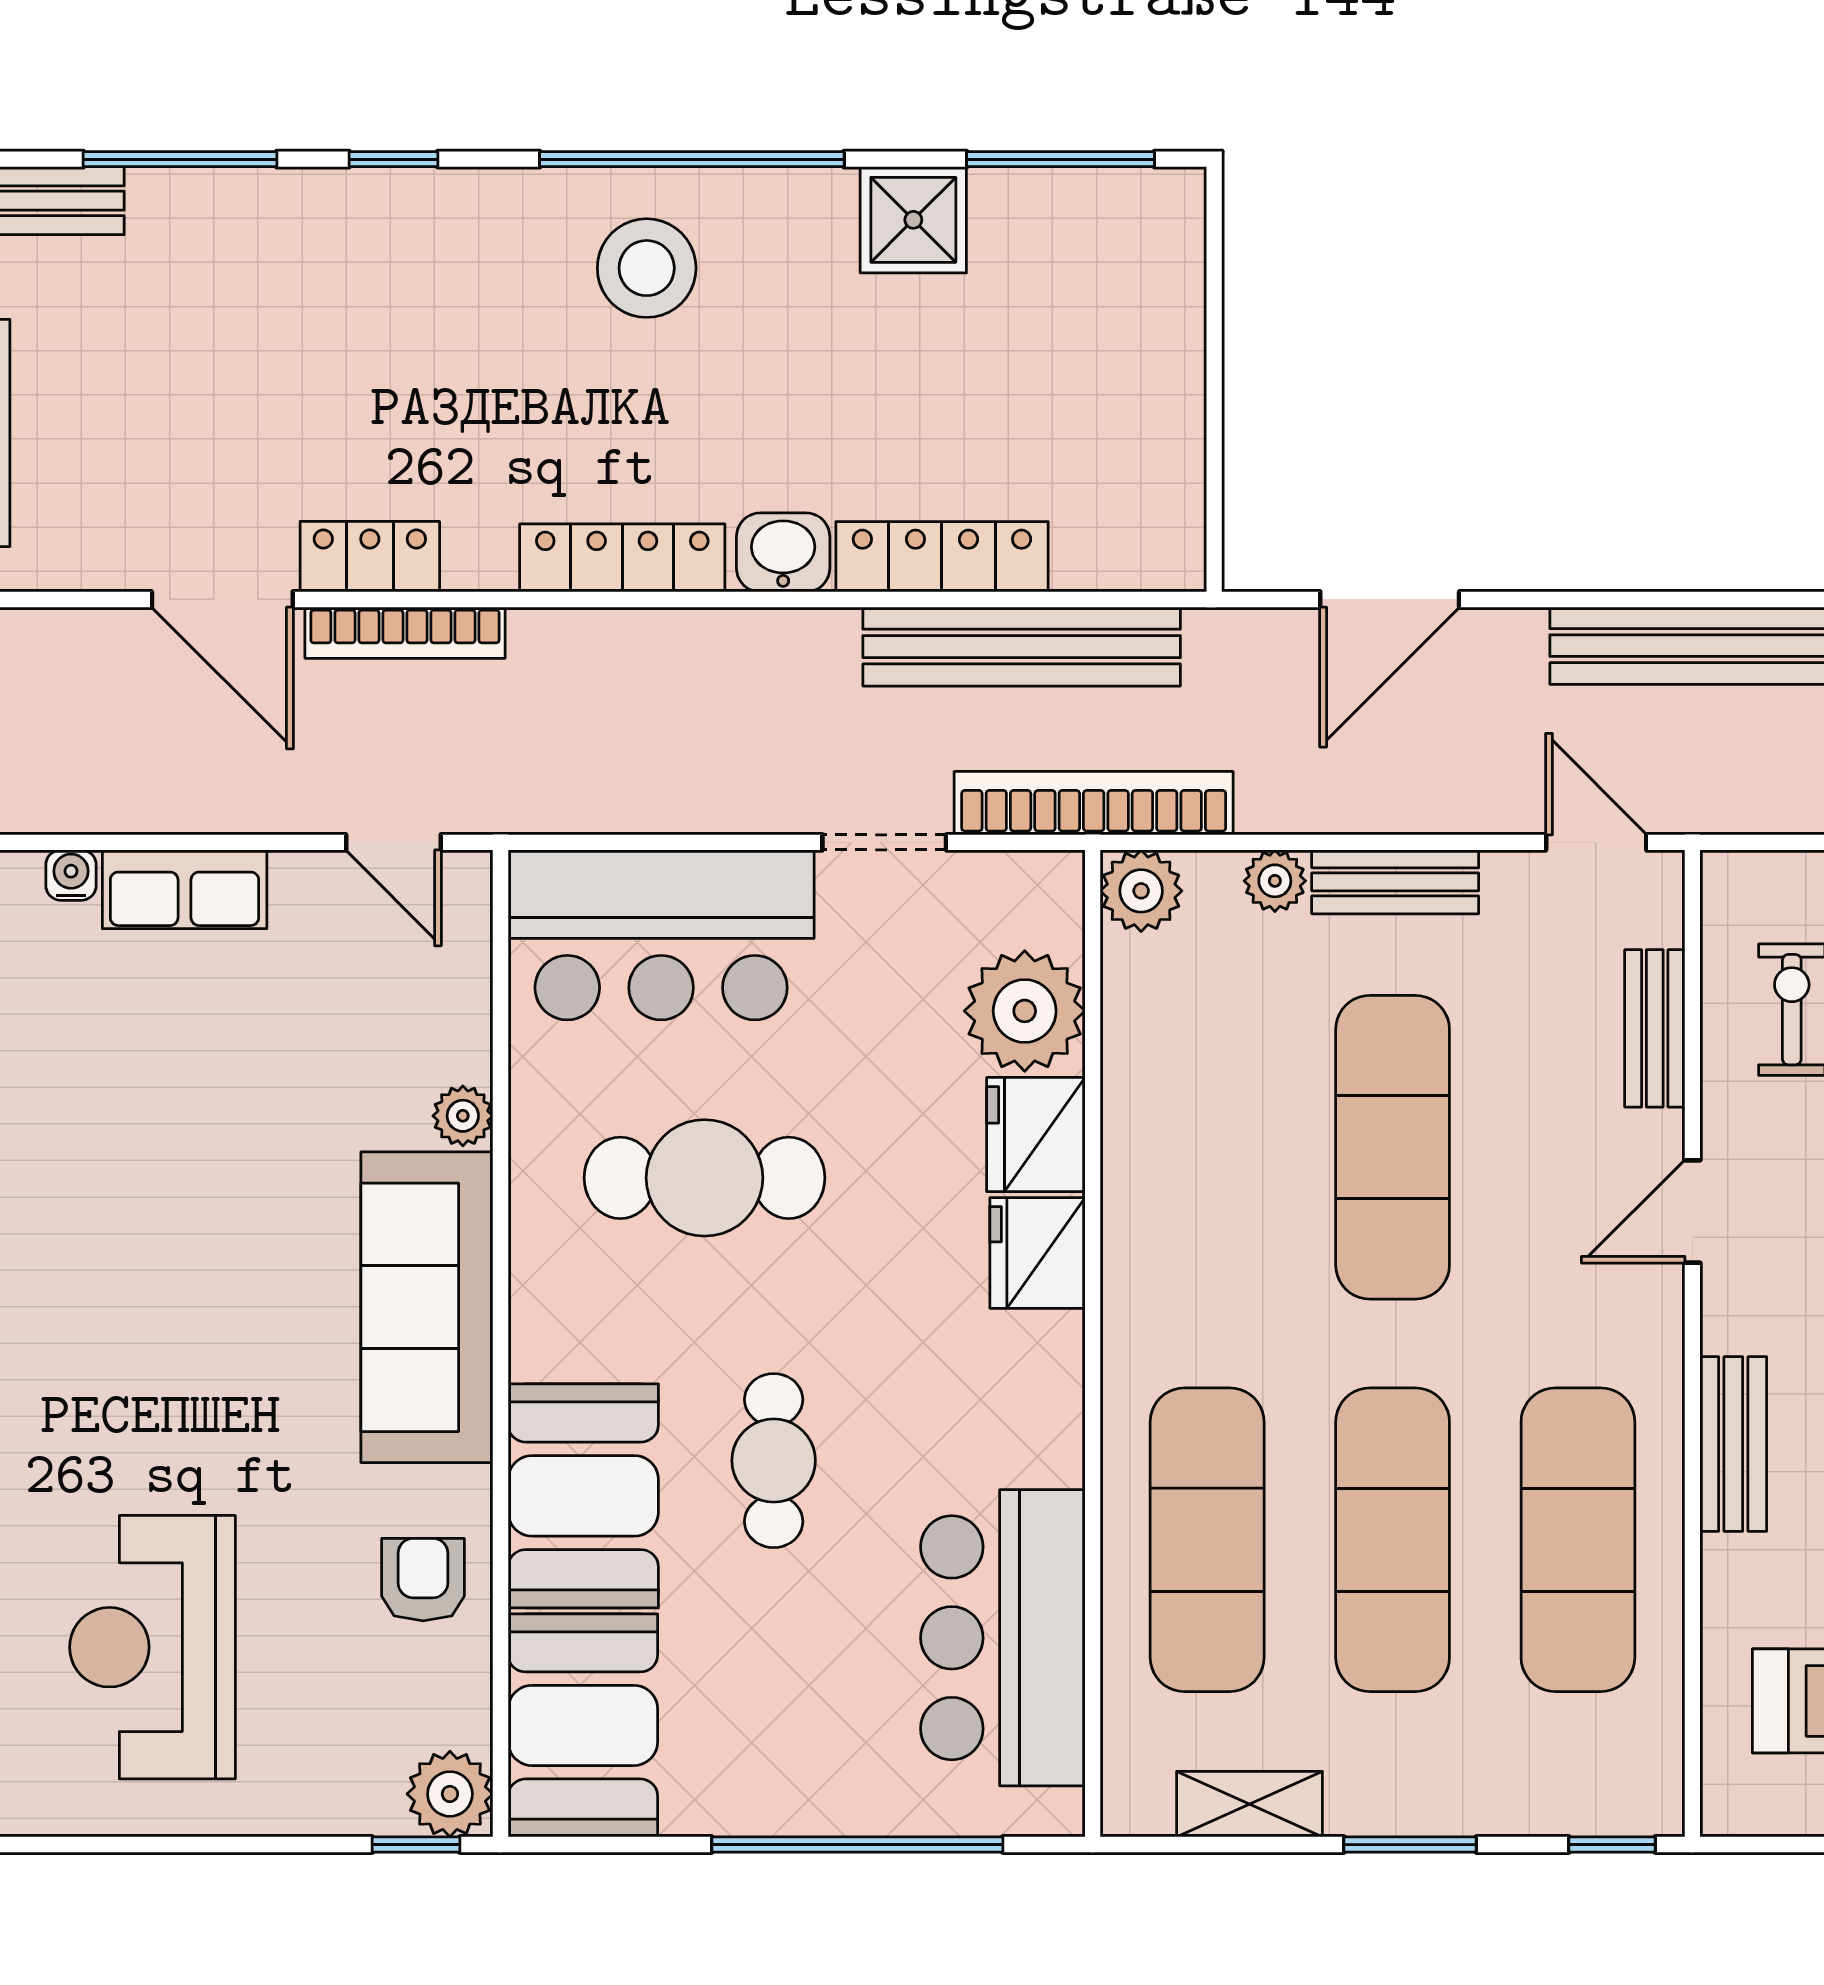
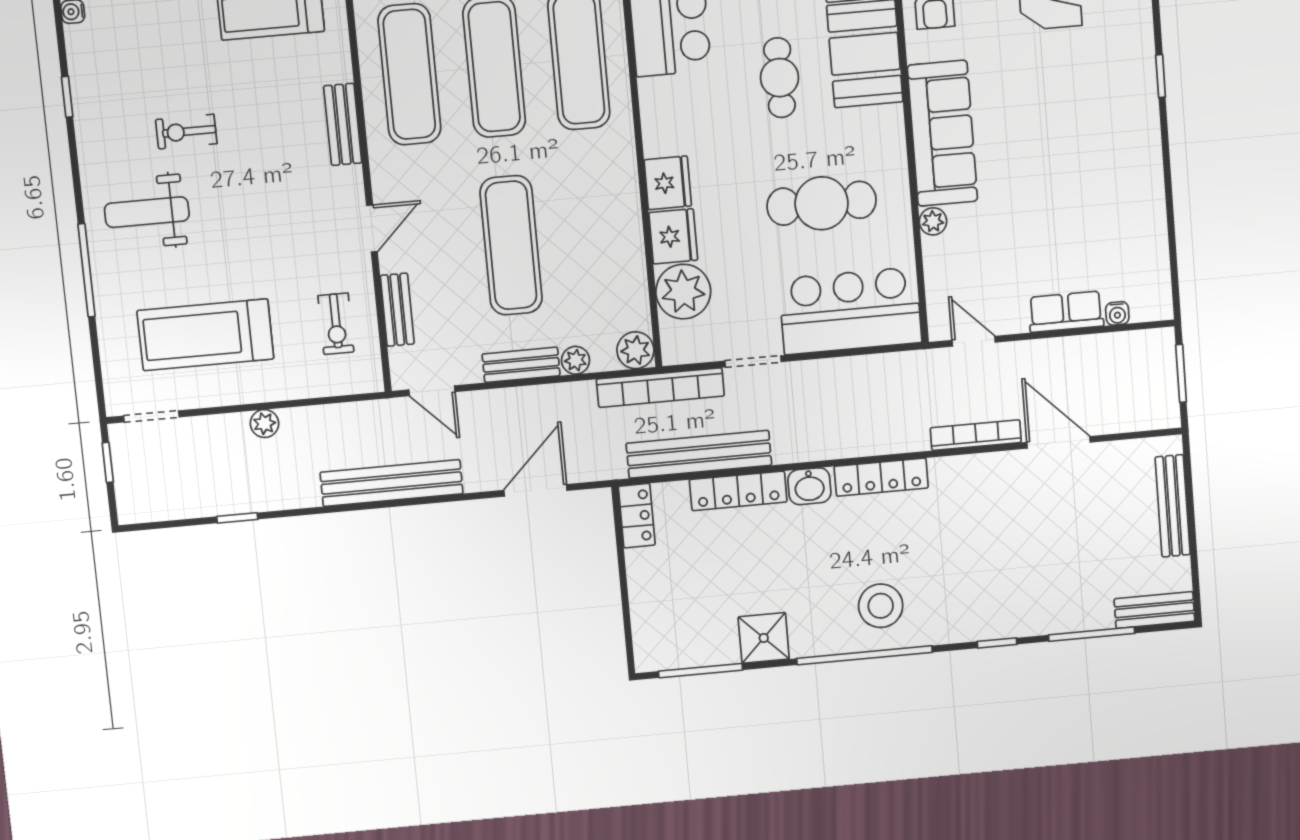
locker: (370, 557) -> (637, 516), moved, turned -90

